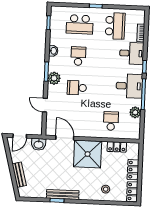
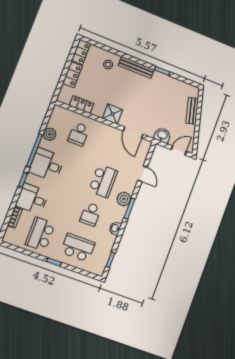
school desk: (77, 88) -> (103, 181), width x1.85
shower: (88, 154) -> (112, 114), width x0.54, depth x0.54
bench: (63, 194) -> (136, 67), moved

